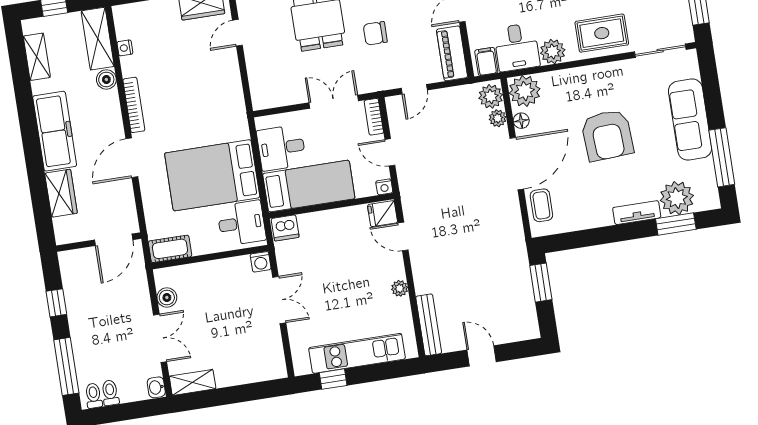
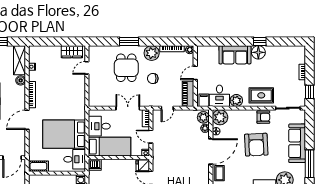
armchair: (613, 77) -> (263, 117), added

